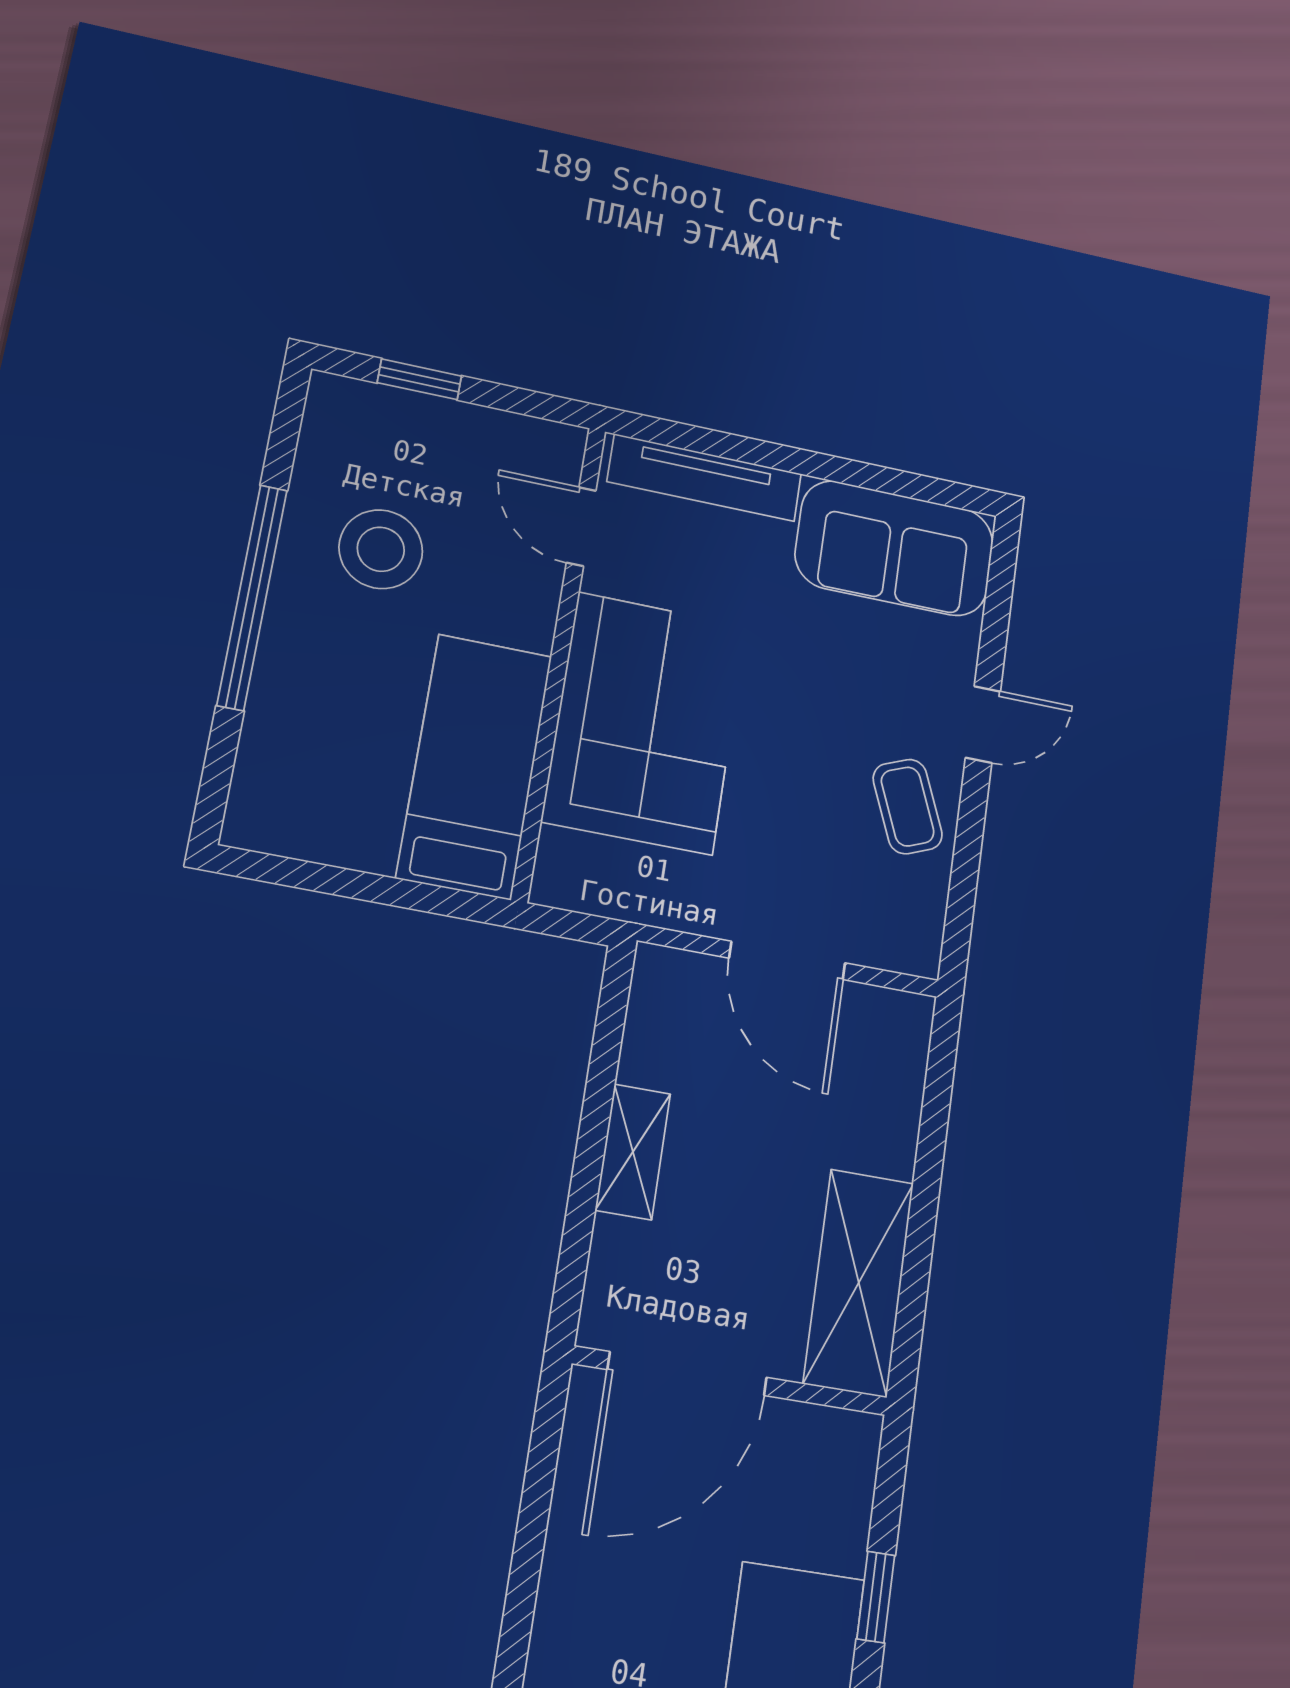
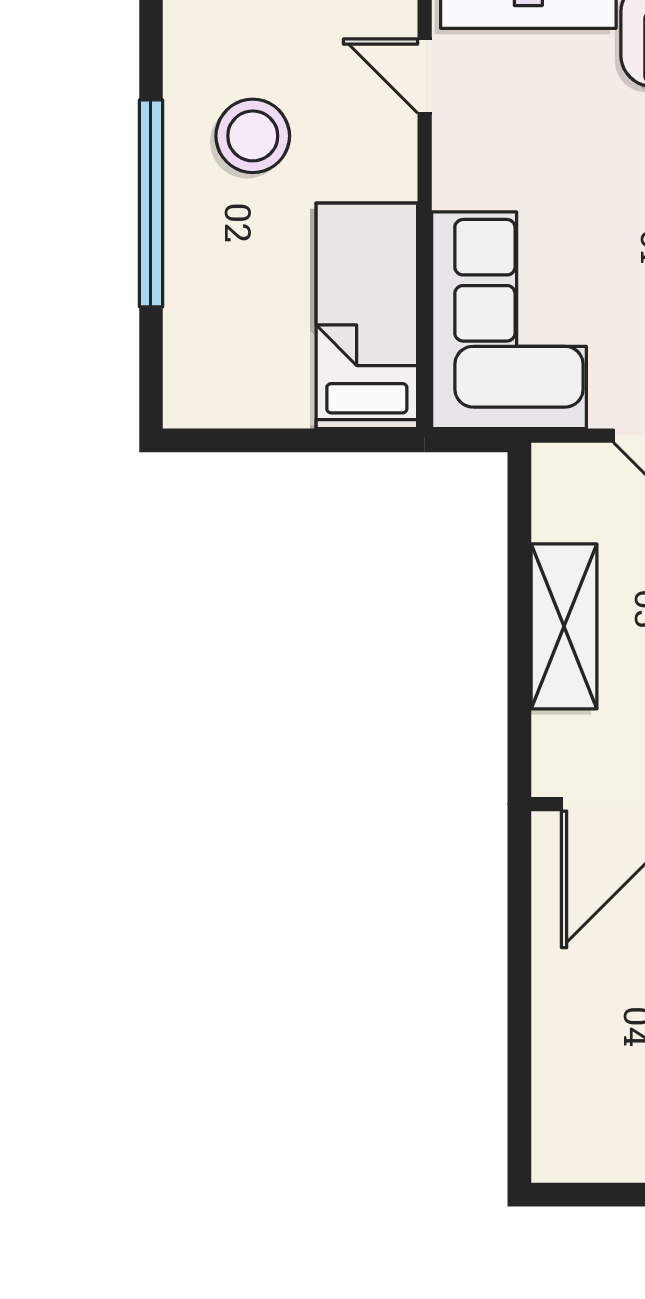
corner sofa: (645, 723) -> (509, 320), moved
shelving: (633, 1152) -> (564, 626), width x1.50, depth x1.33

